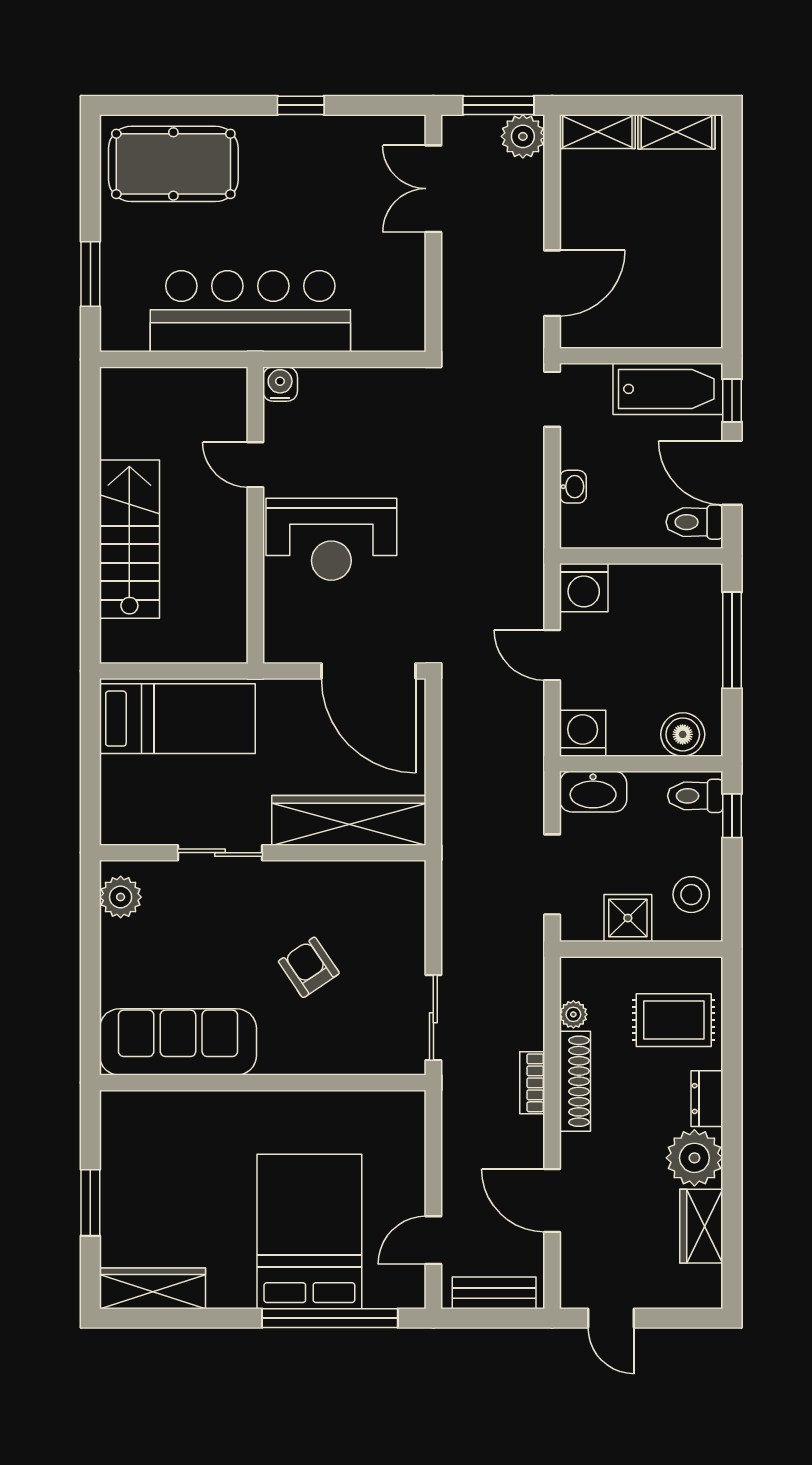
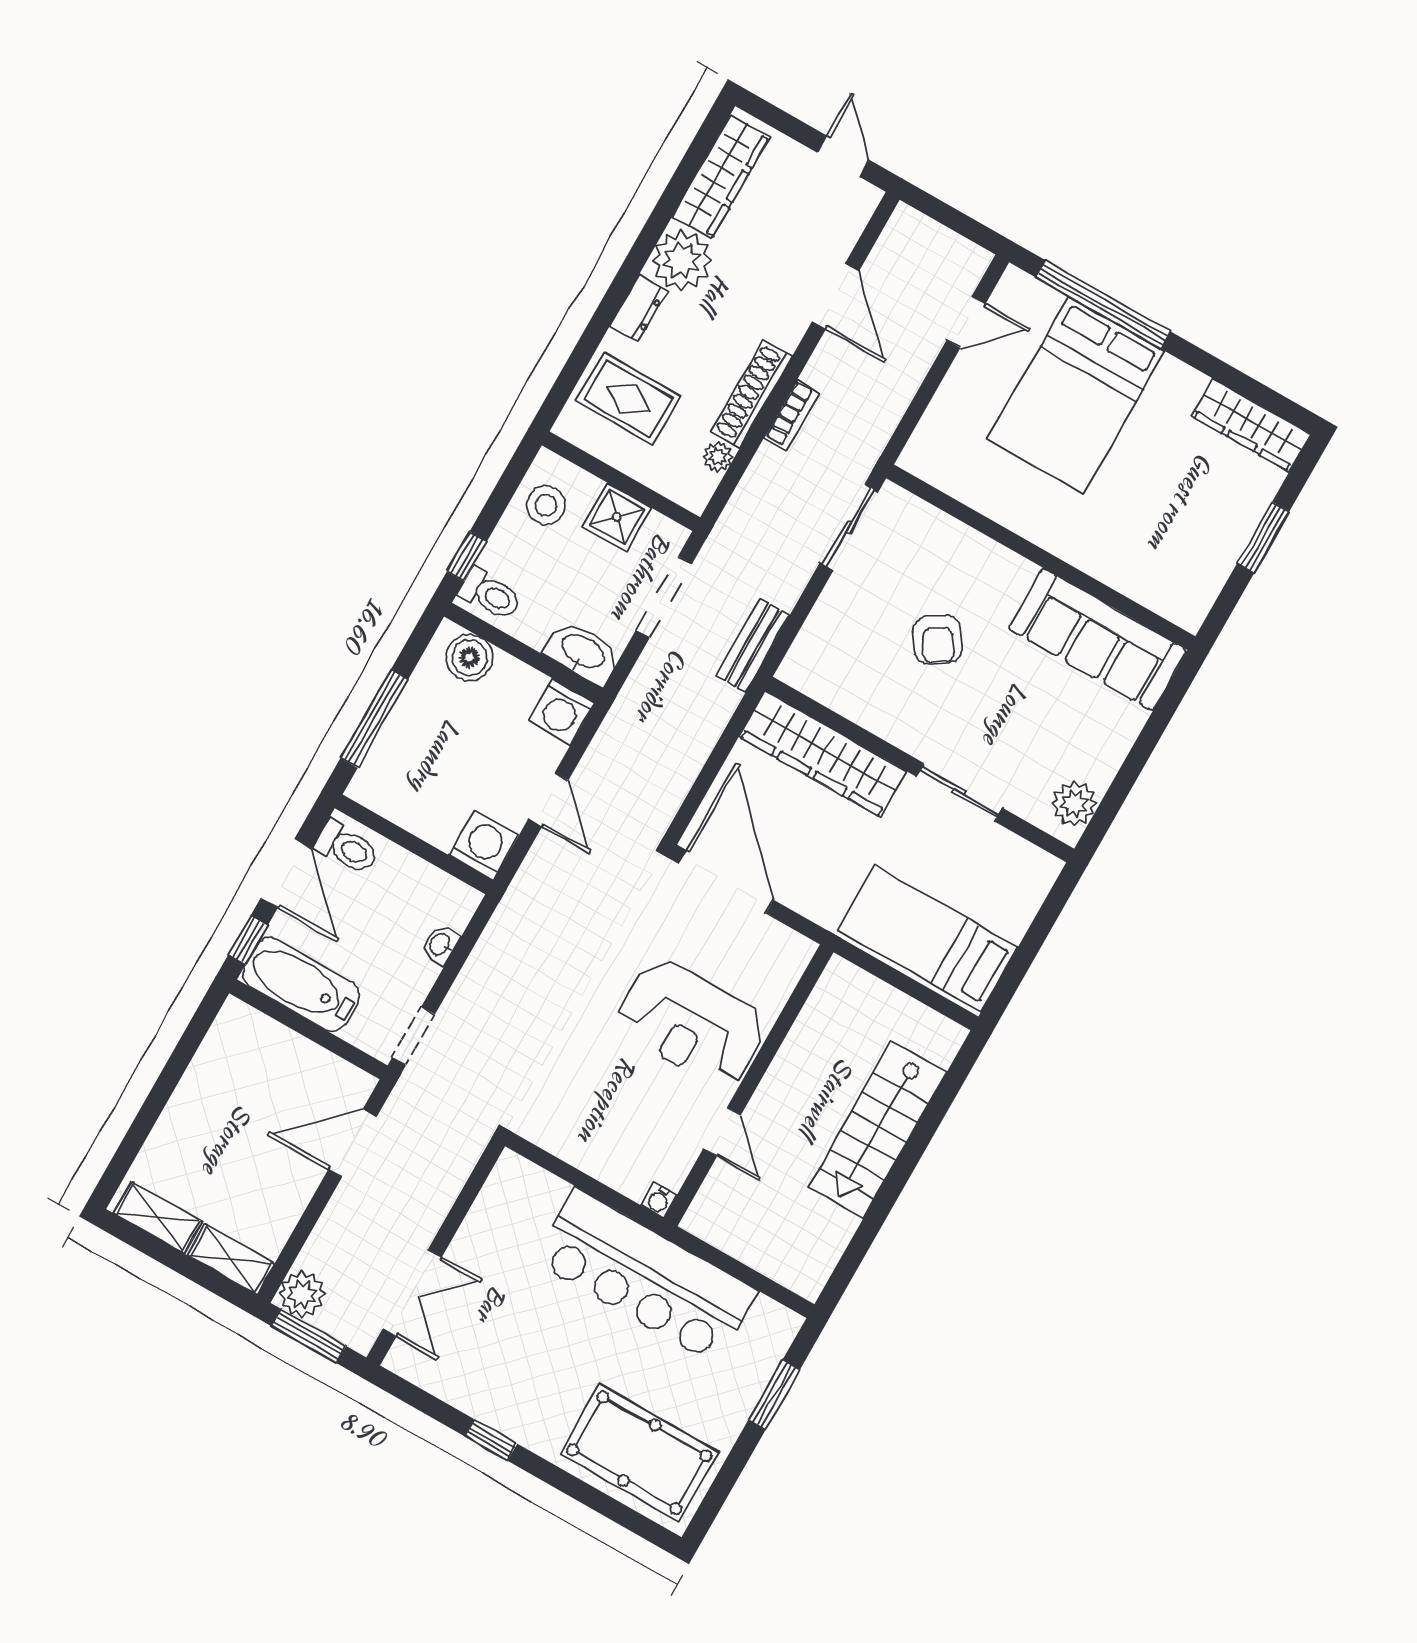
water cooler: (280, 384) -> (659, 1200), width x0.72, depth x0.72
reception desk: (331, 539) -> (691, 1023), turned 180
wardrobe: (701, 1226) -> (721, 177), width x1.50
bench: (494, 1293) -> (753, 646), moved, turned 90

